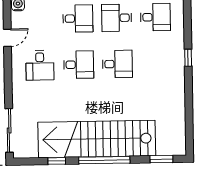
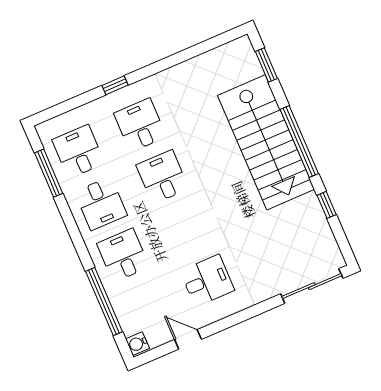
desk: (79, 65) -> (140, 125), moved
stairs: (97, 139) -> (266, 142), width x0.73

